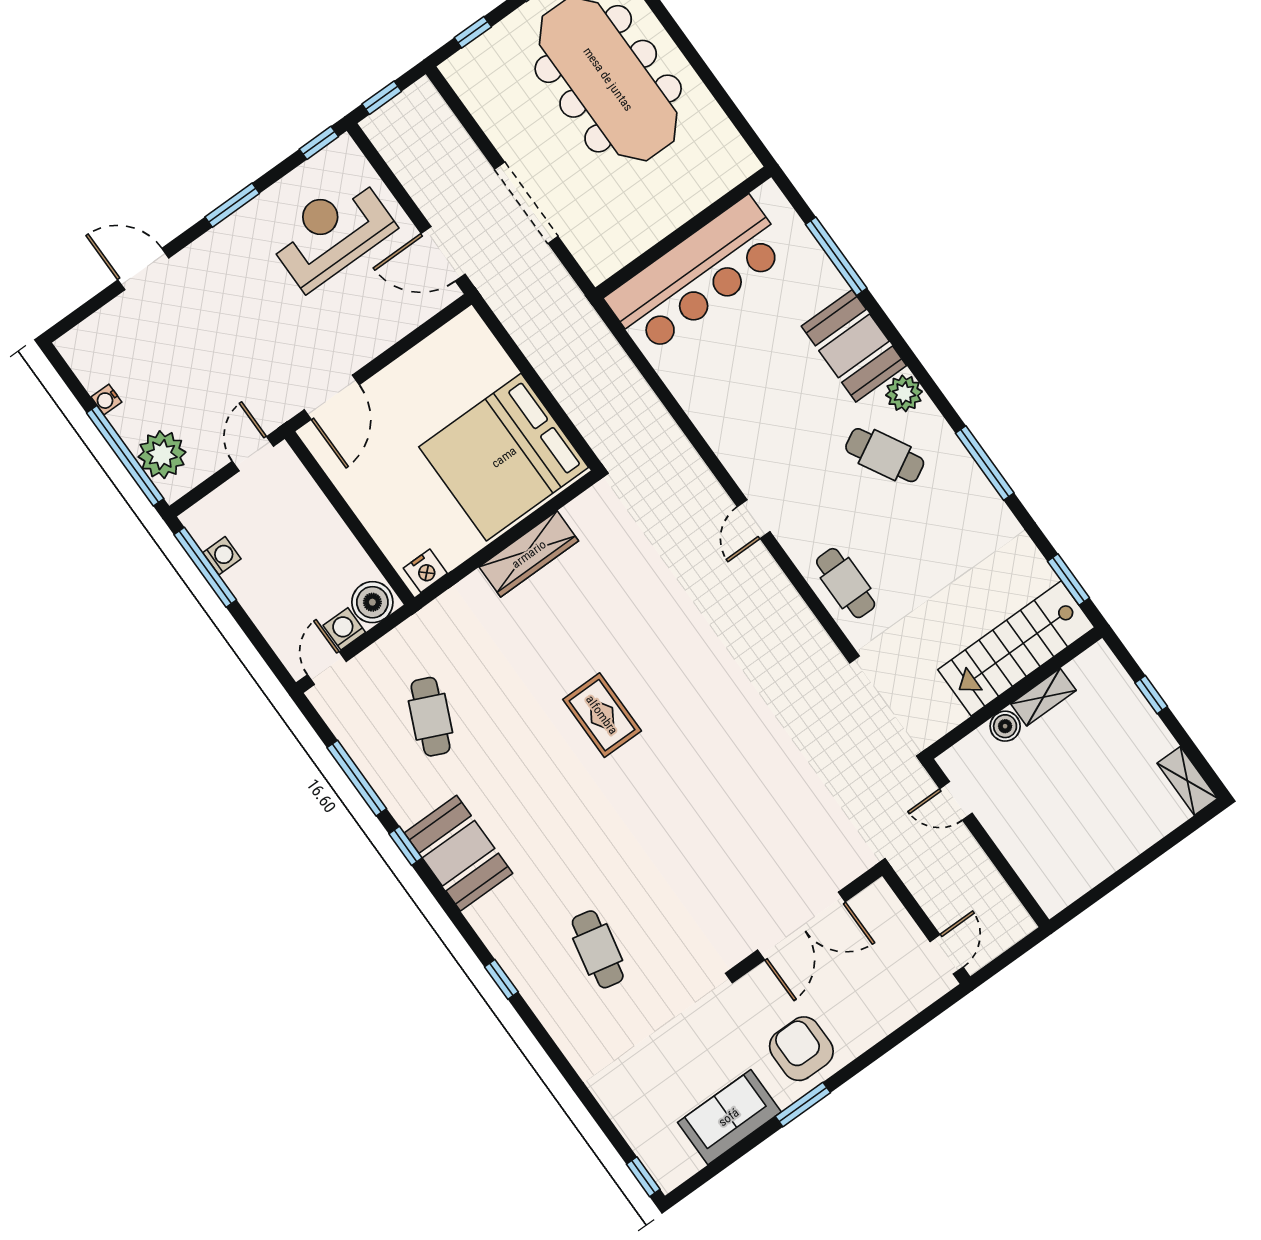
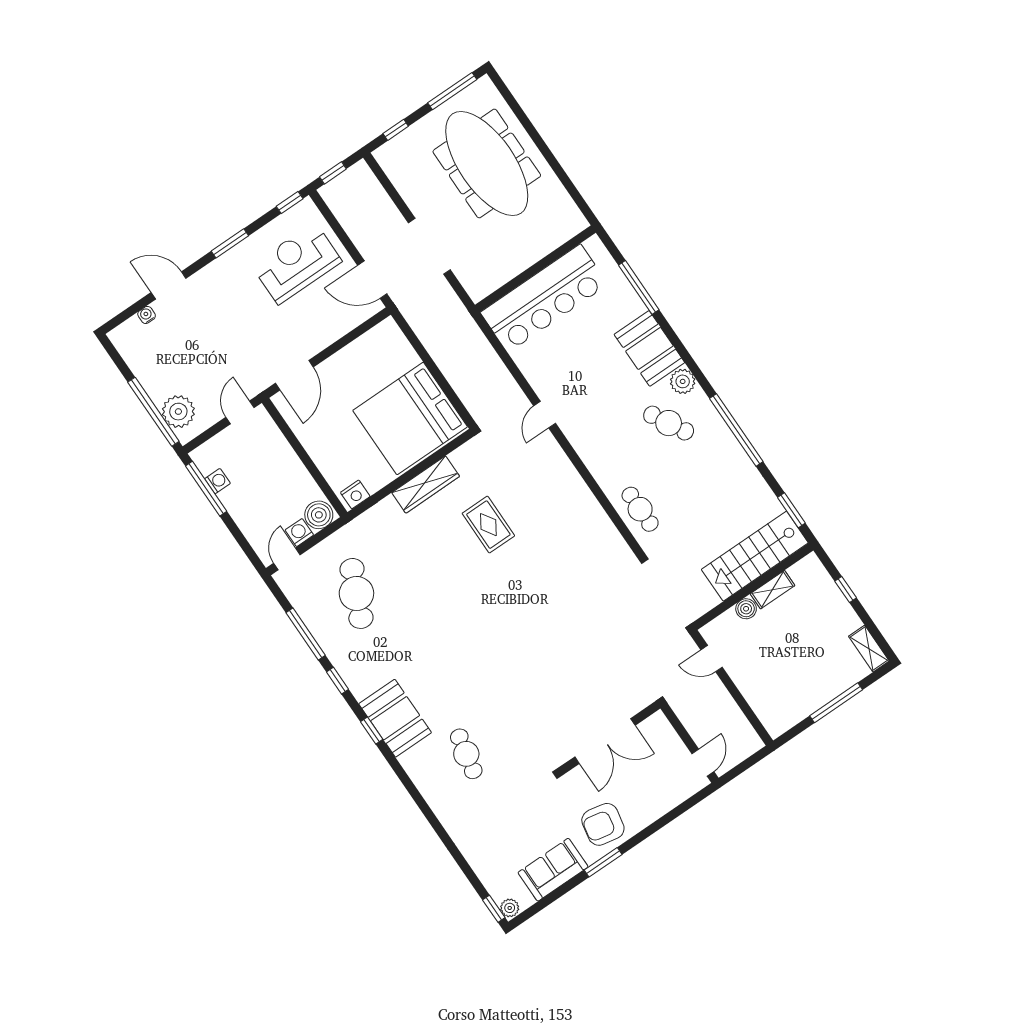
water cooler: (106, 400) -> (147, 315), moved, turned 90
window: (985, 463) -> (736, 430), width x1.46
door: (754, 519) -> (545, 415), moved
rug: (602, 715) -> (488, 525), moved
cafe table: (430, 717) -> (356, 593), width x1.37, depth x1.35
booth: (459, 853) -> (395, 718), moved
window: (1141, 862) -> (836, 703), added
window: (501, 979) -> (372, 731), moved
armchair: (801, 1049) -> (603, 824), turned -79
plant: (667, 1175) -> (510, 908), added

